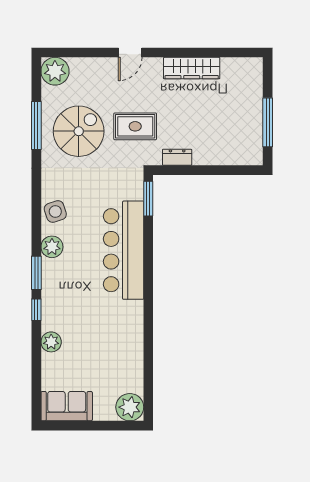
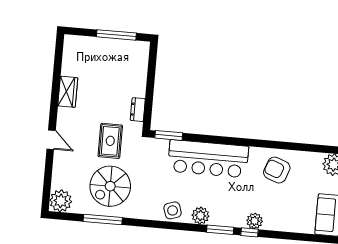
wardrobe: (192, 68) -> (68, 92), width x0.67
spiral stairs: (79, 131) -> (110, 186), turned -90
armchair: (117, 337) -> (277, 170), added
plant: (51, 342) -> (255, 221), moved

